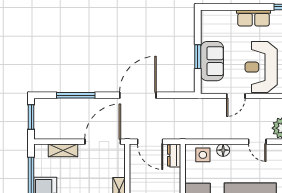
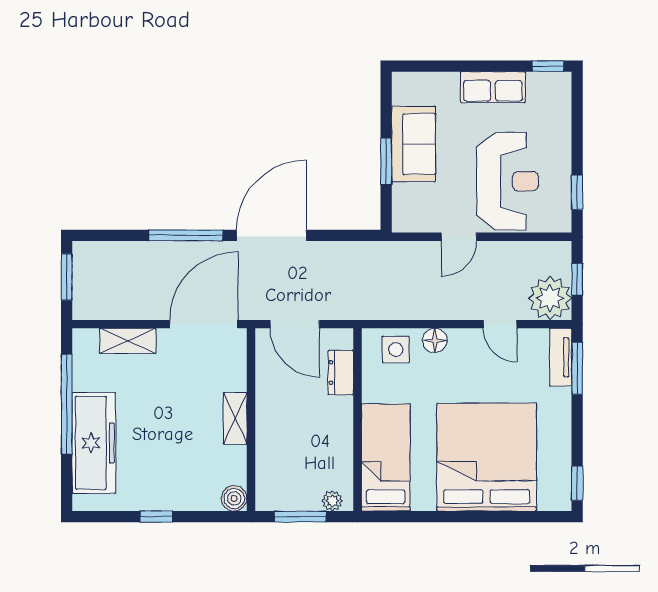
sofa: (212, 61) -> (413, 144), moved
reception desk: (261, 67) -> (508, 181), turned 180
window: (76, 95) -> (186, 235), moved
dresser: (174, 155) -> (341, 372), moved

